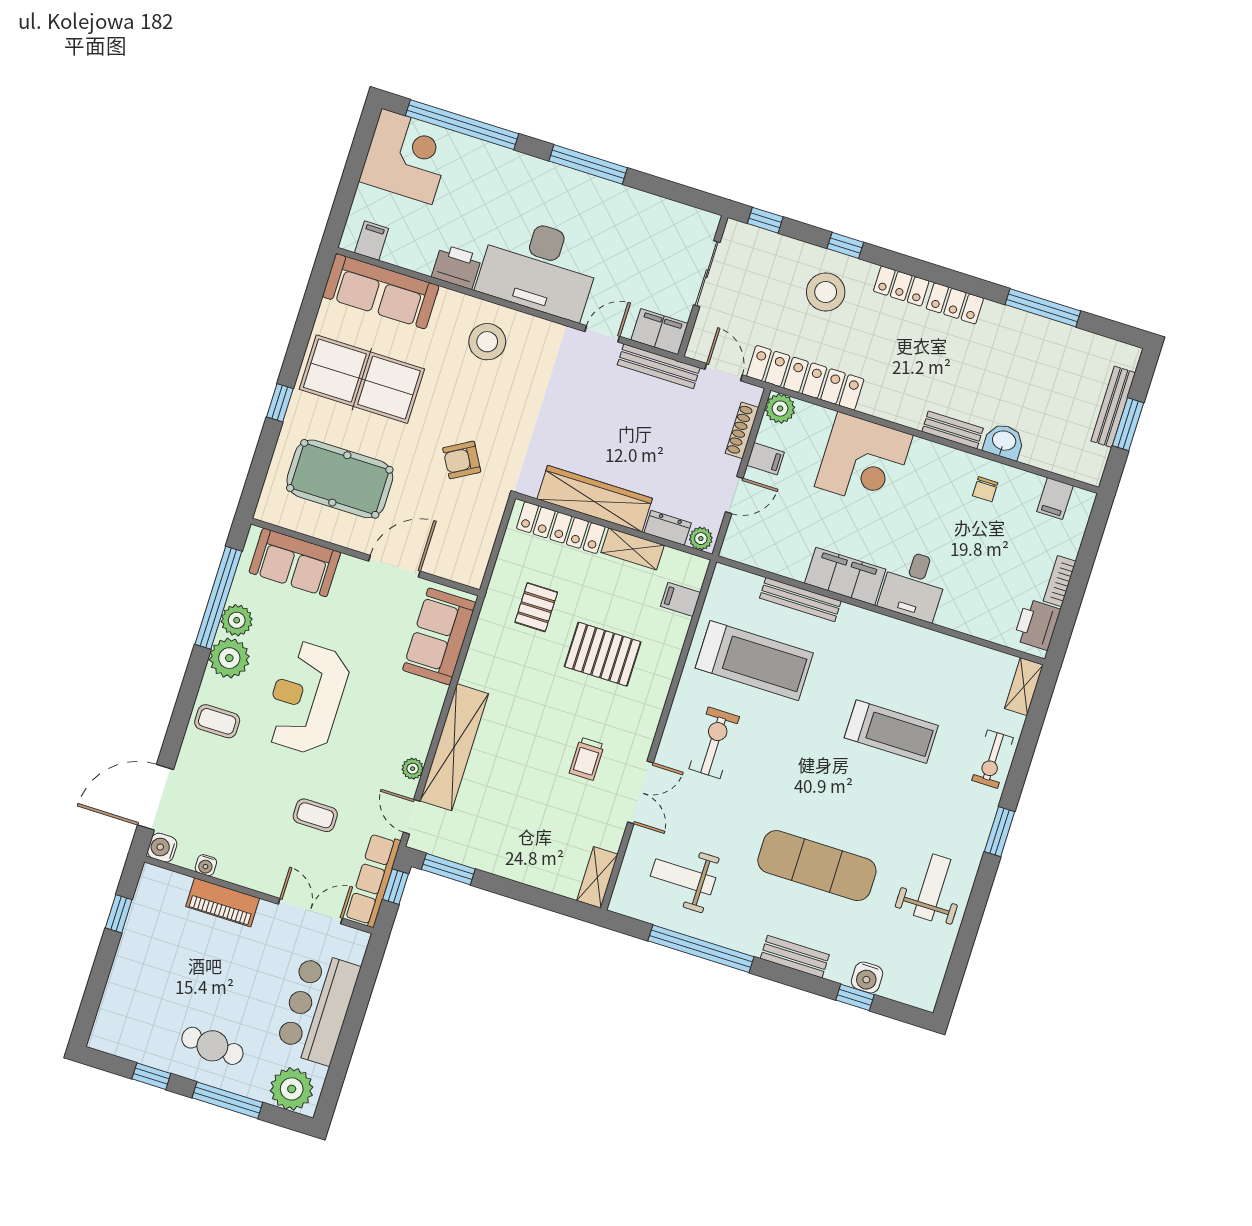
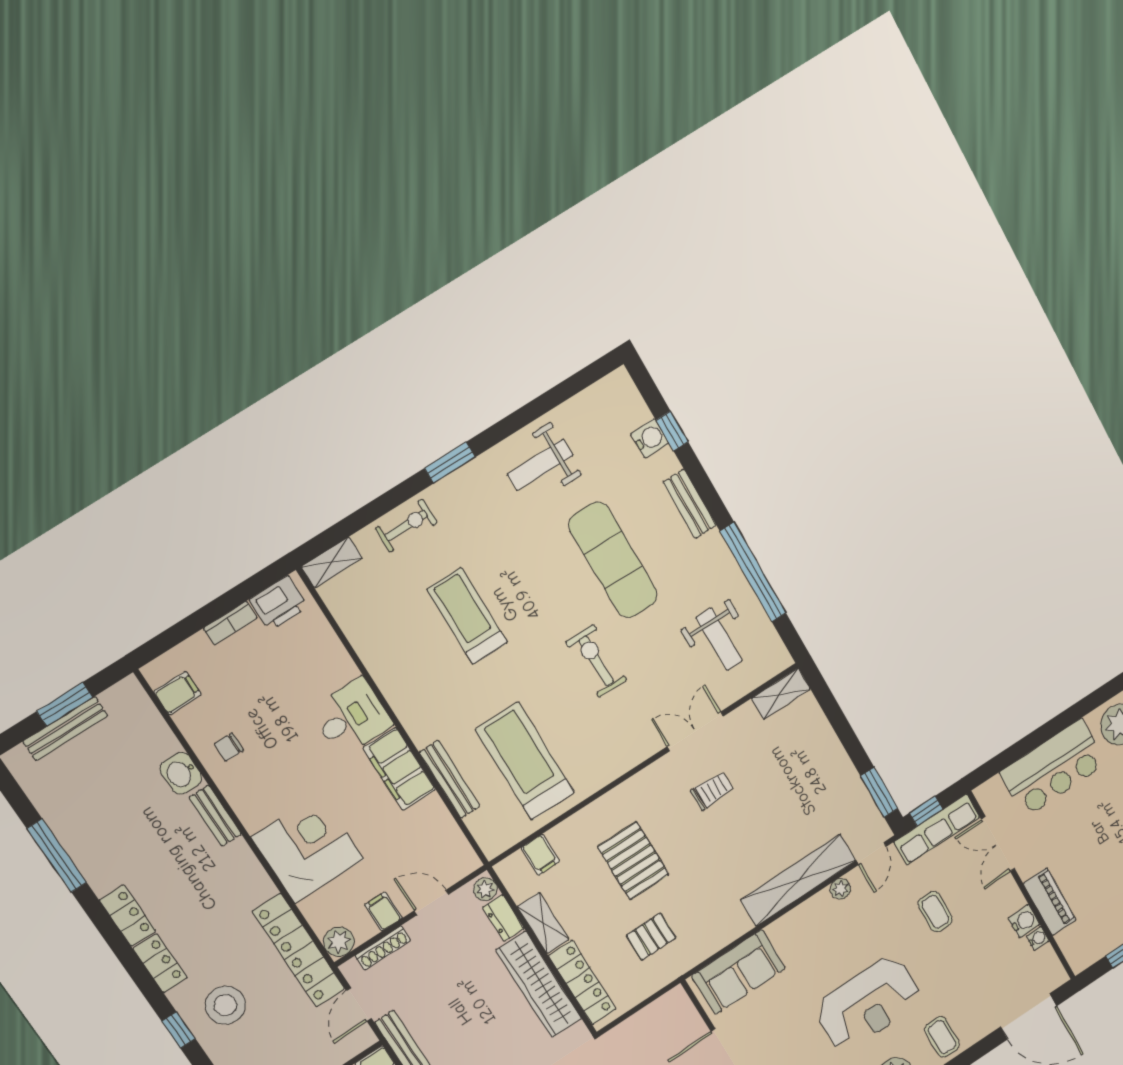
chair: (985, 489) -> (229, 747), turned 180
exercise bike: (714, 743) -> (596, 661), moved, turned 90
water cooler: (162, 848) -> (1024, 921), moved, turned -90

